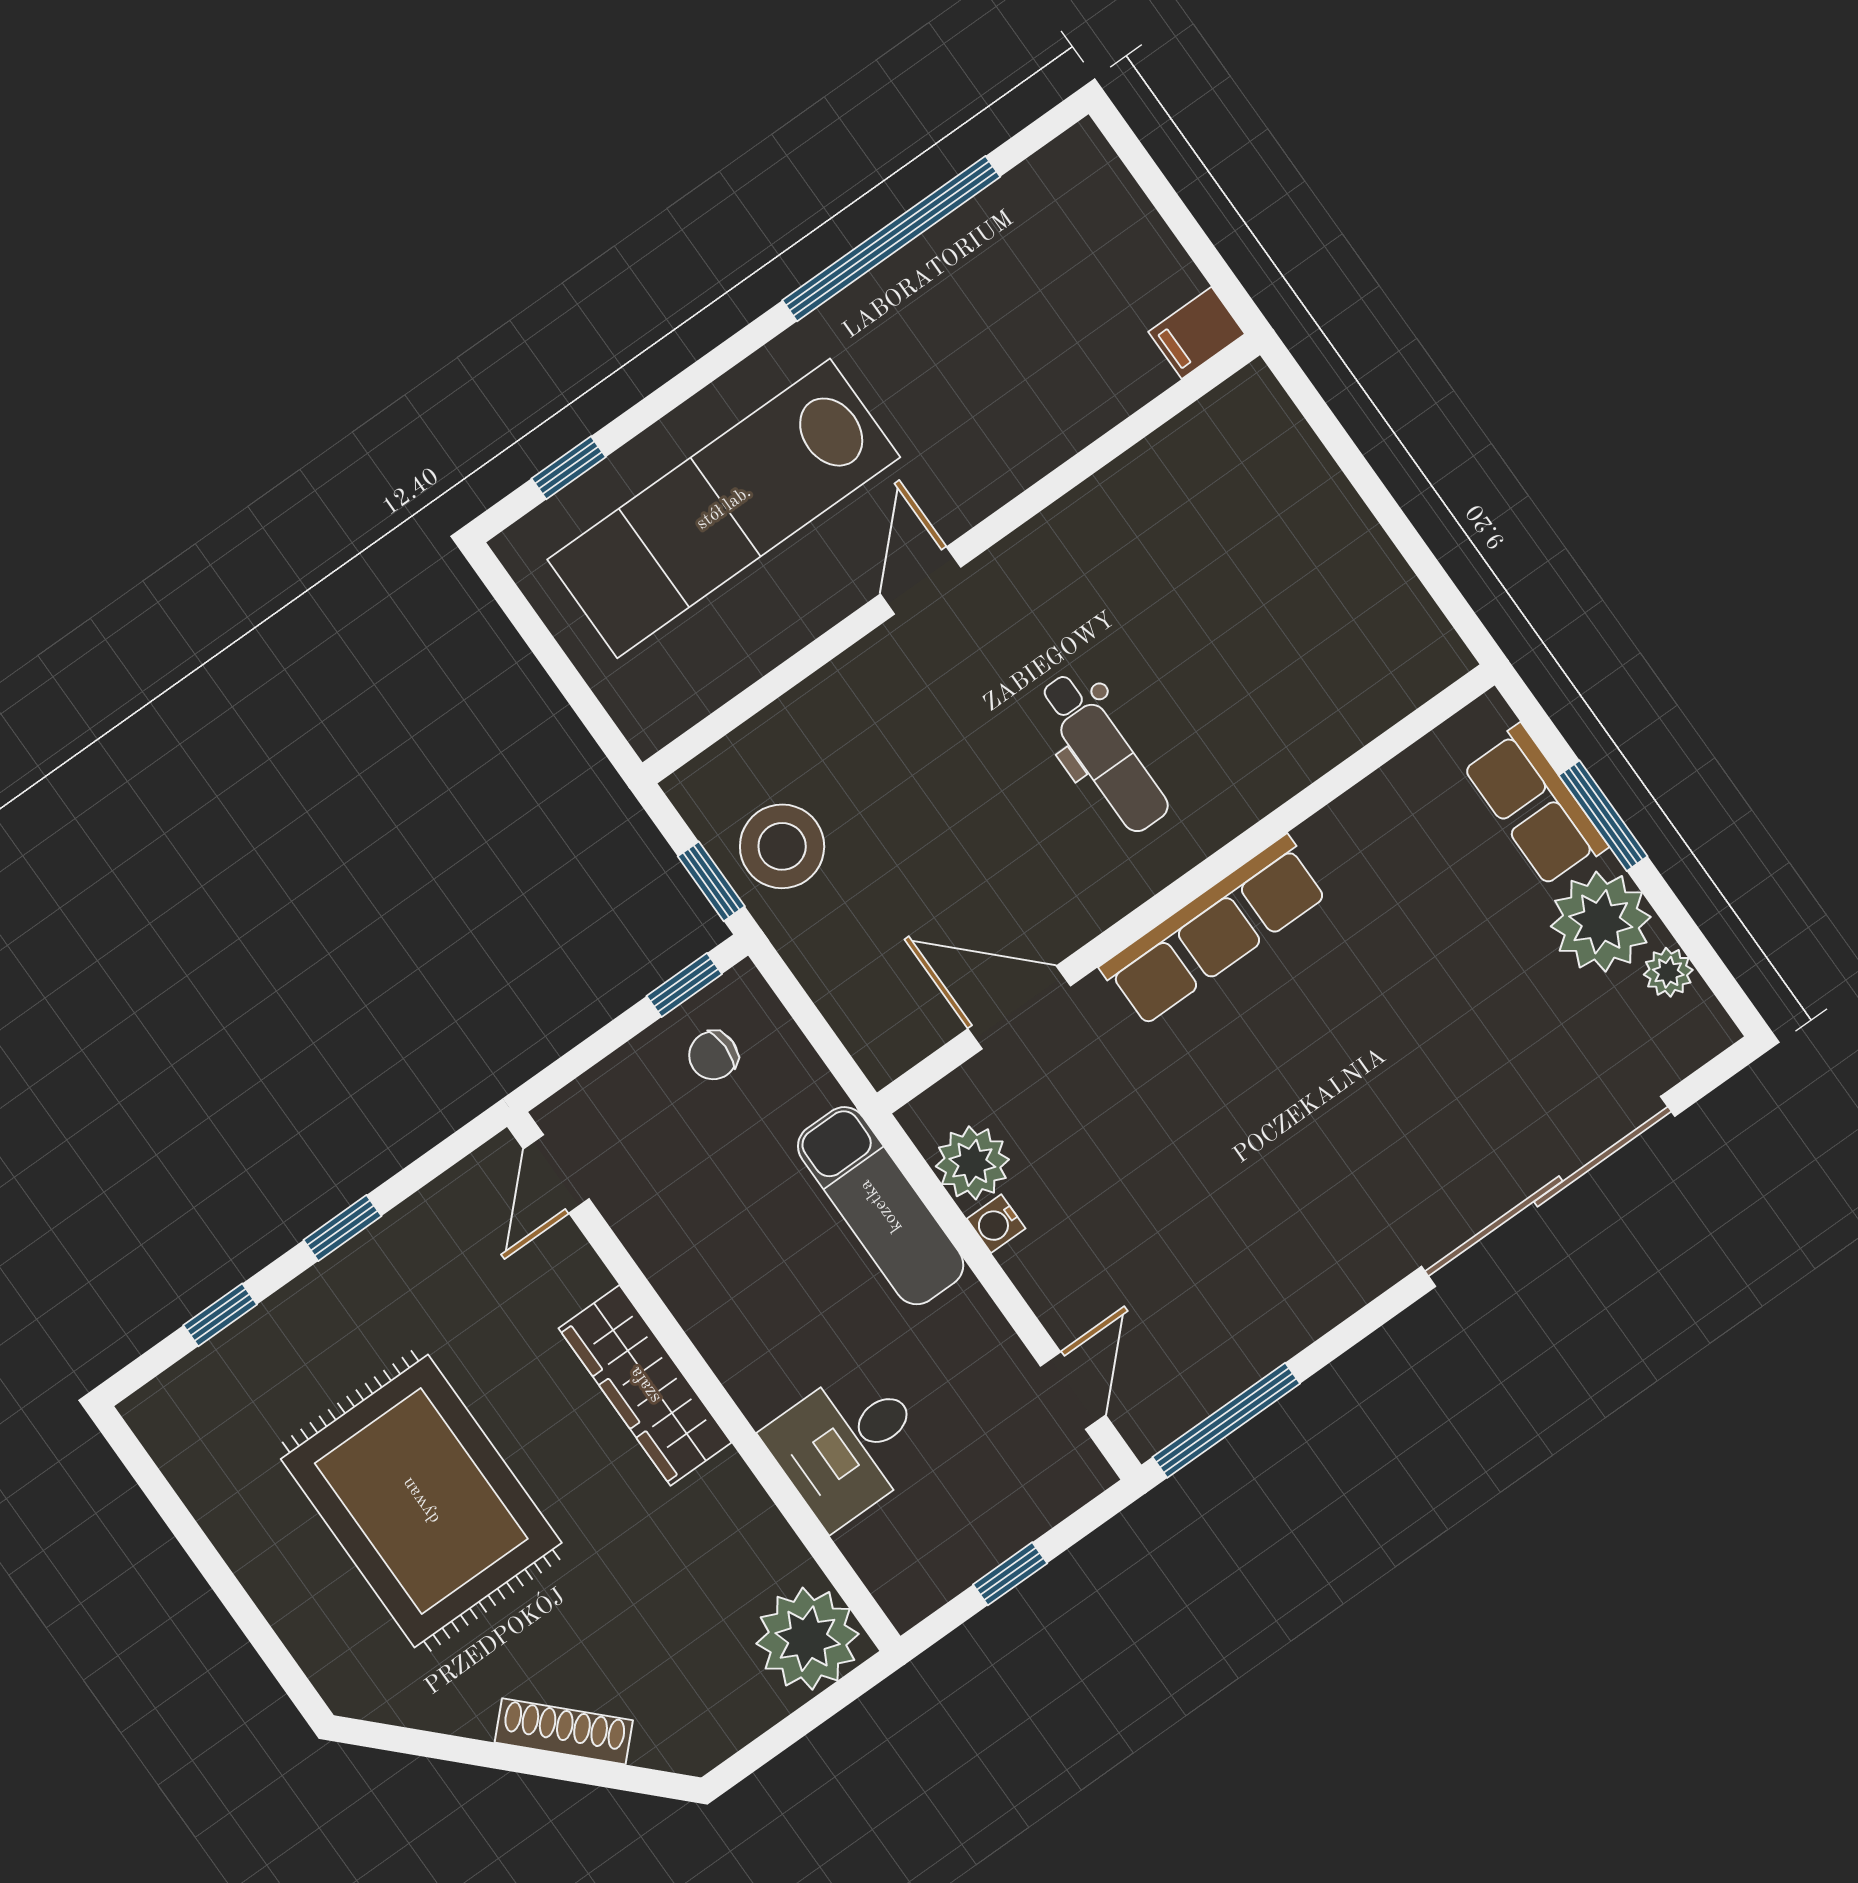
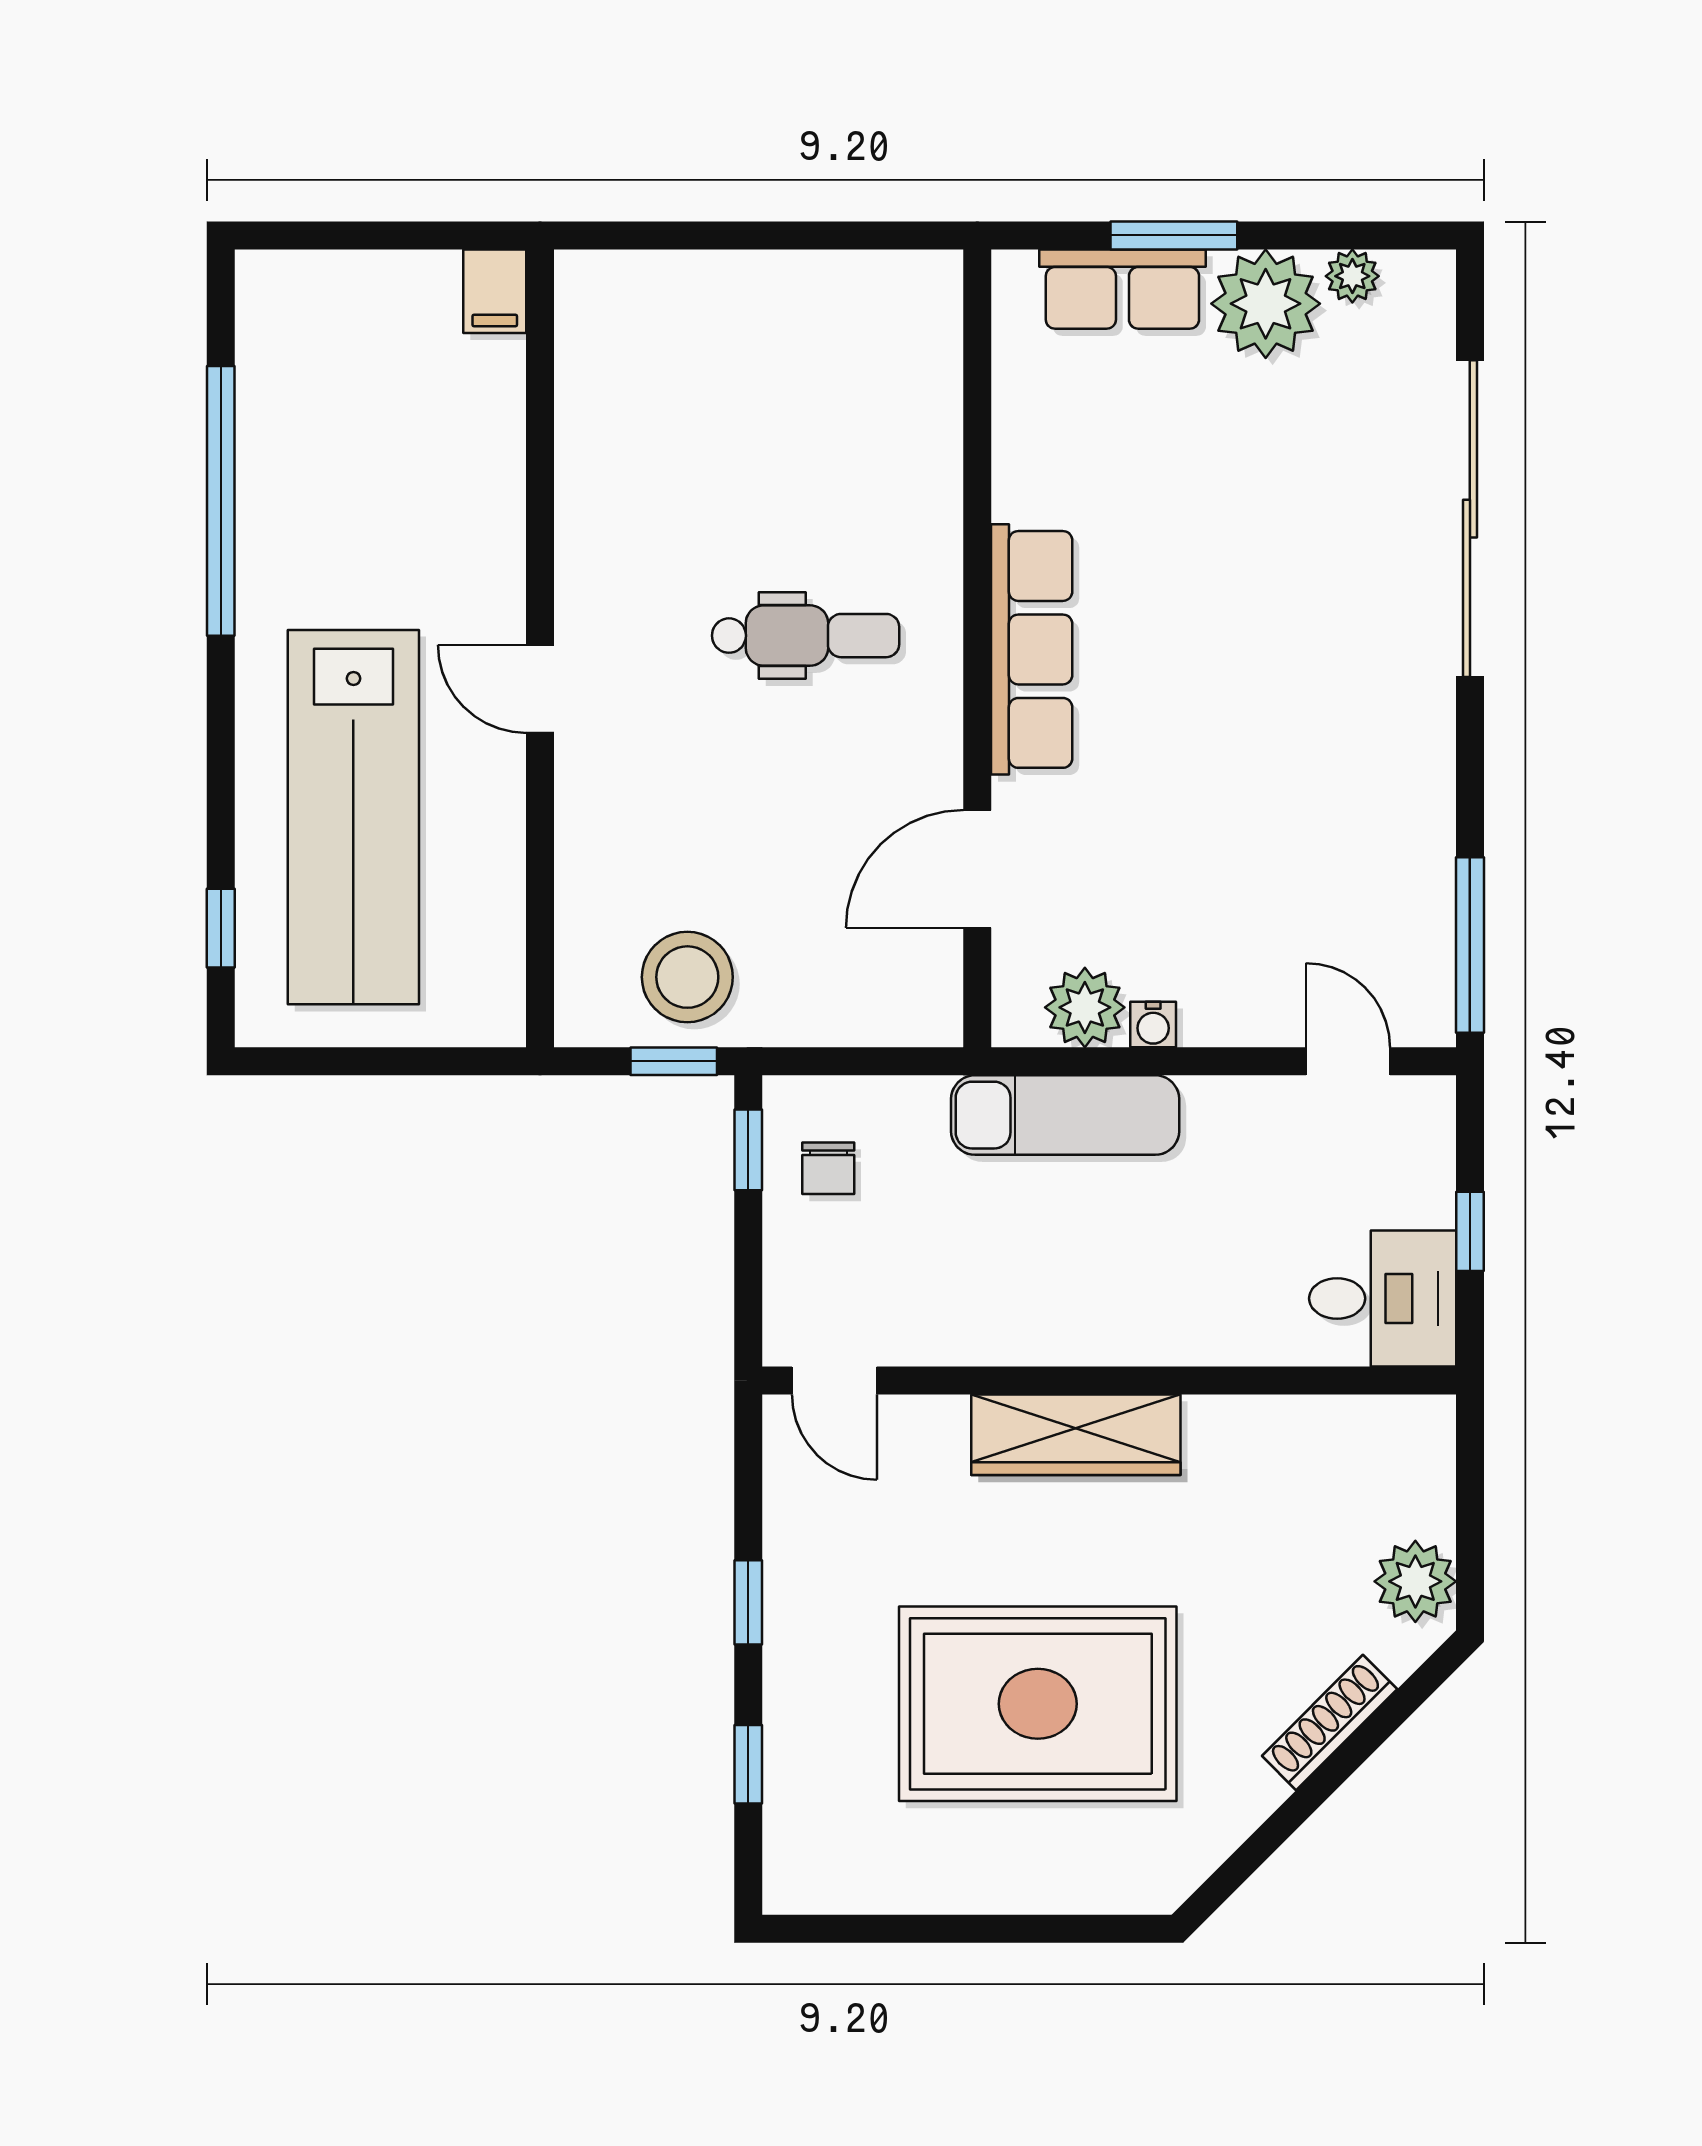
desk: (848, 1445) -> (1383, 1298), moved, turned -90
plant: (808, 1639) -> (1415, 1581), moved, width x0.73, depth x0.73

